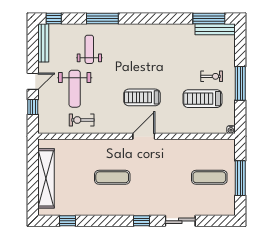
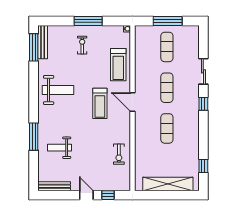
window: (54, 18) -> (34, 178), removed
weight bench: (75, 89) -> (58, 90), moved
treadmill: (202, 99) -> (118, 65), moved
exercise mat: (161, 177) -> (167, 88), added

